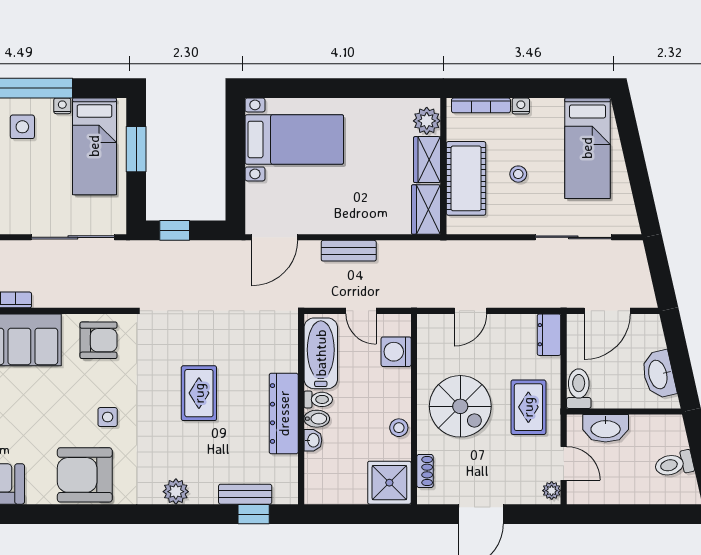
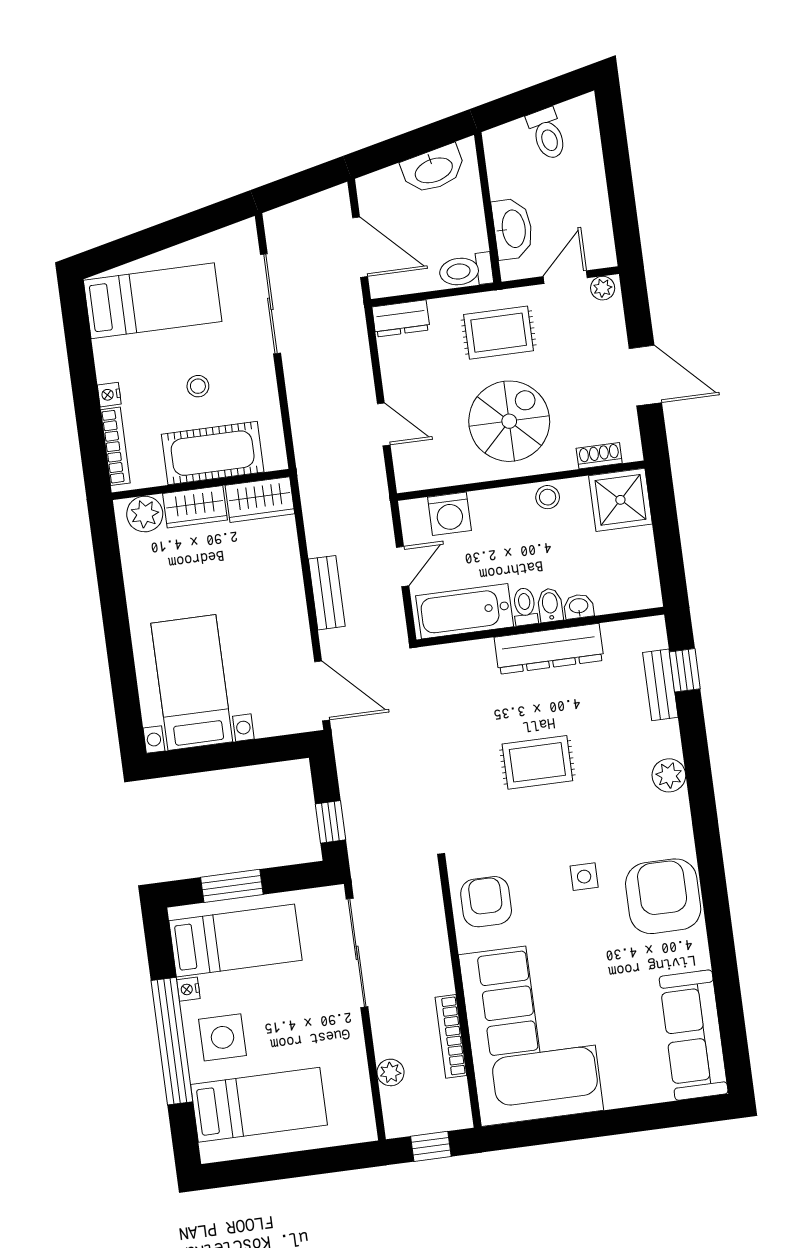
side table: (22, 127) -> (223, 1037), width x1.37, depth x1.37
armchair: (85, 475) -> (663, 896), turned 180

